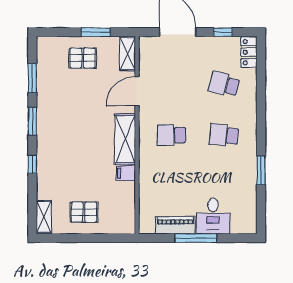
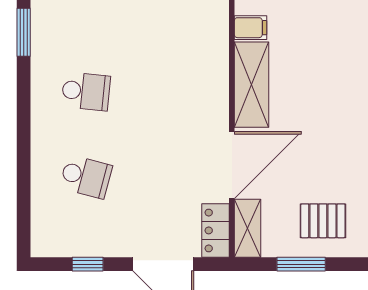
locker: (249, 52) -> (215, 230), moved, turned 180
door: (137, 91) -> (232, 165), width x1.36
school desk: (172, 135) -> (174, 91), removed

